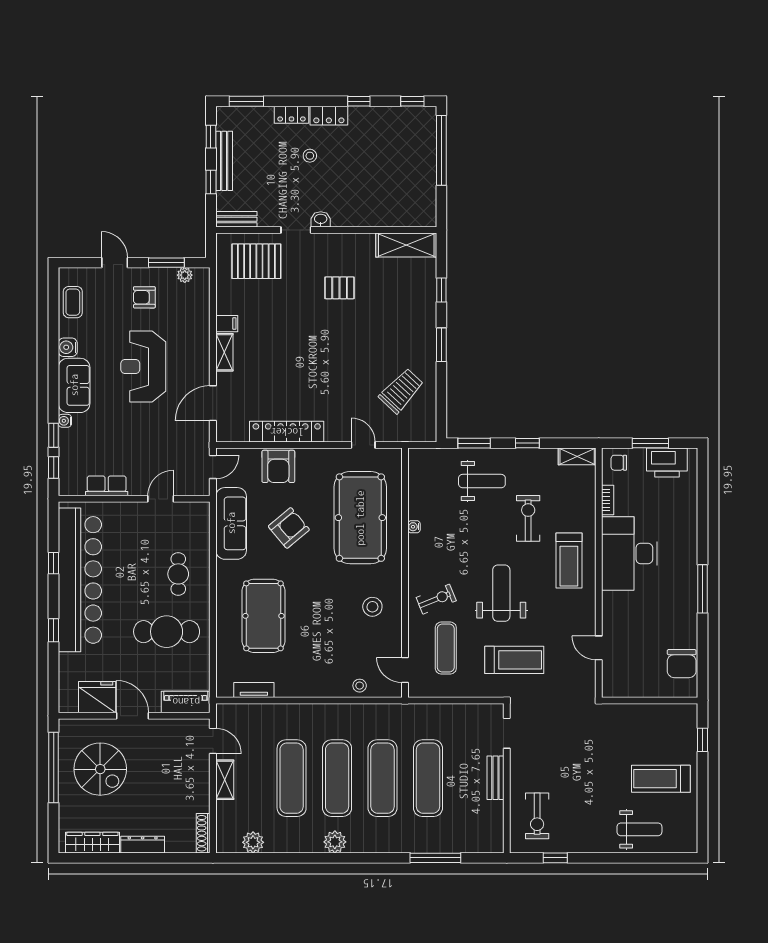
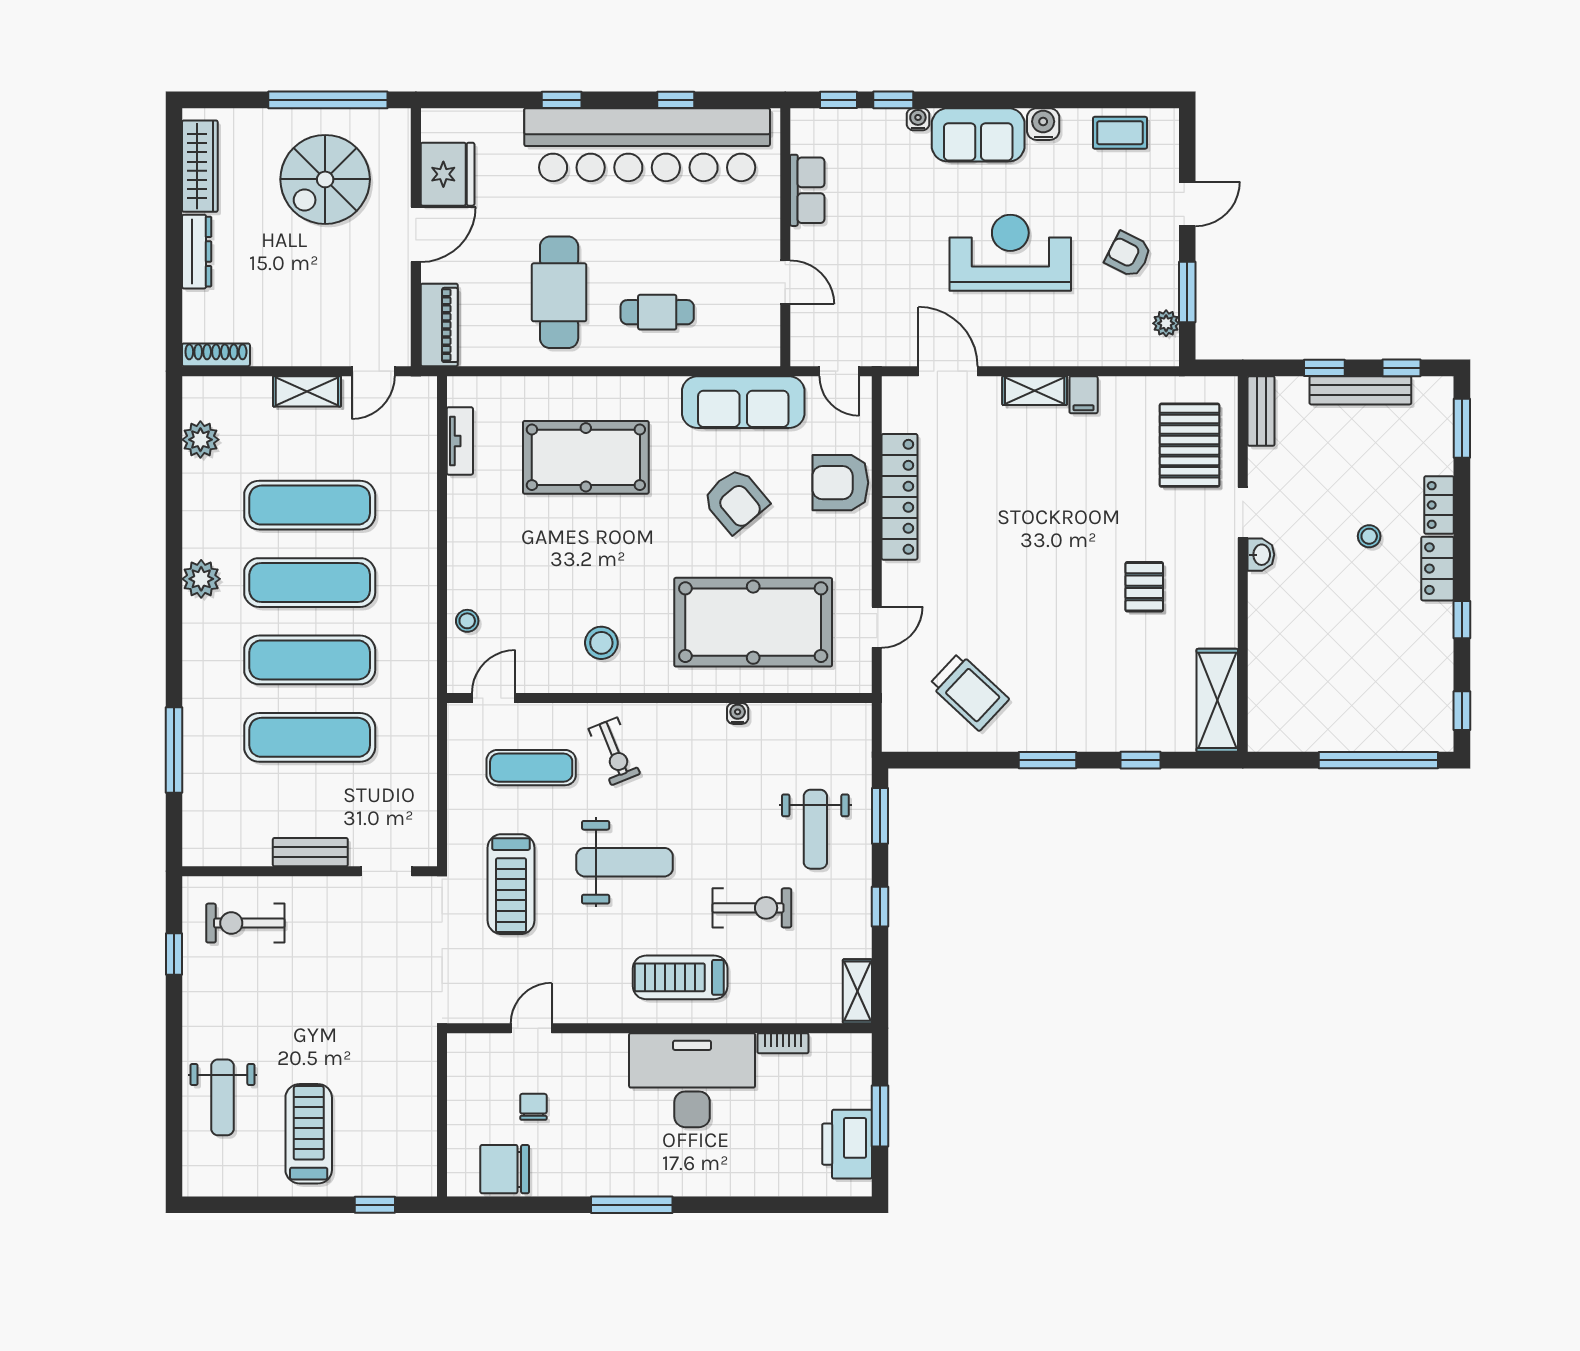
armchair: (144, 297) -> (1128, 254), turned -63
chair: (619, 463) -> (533, 1107), moved

